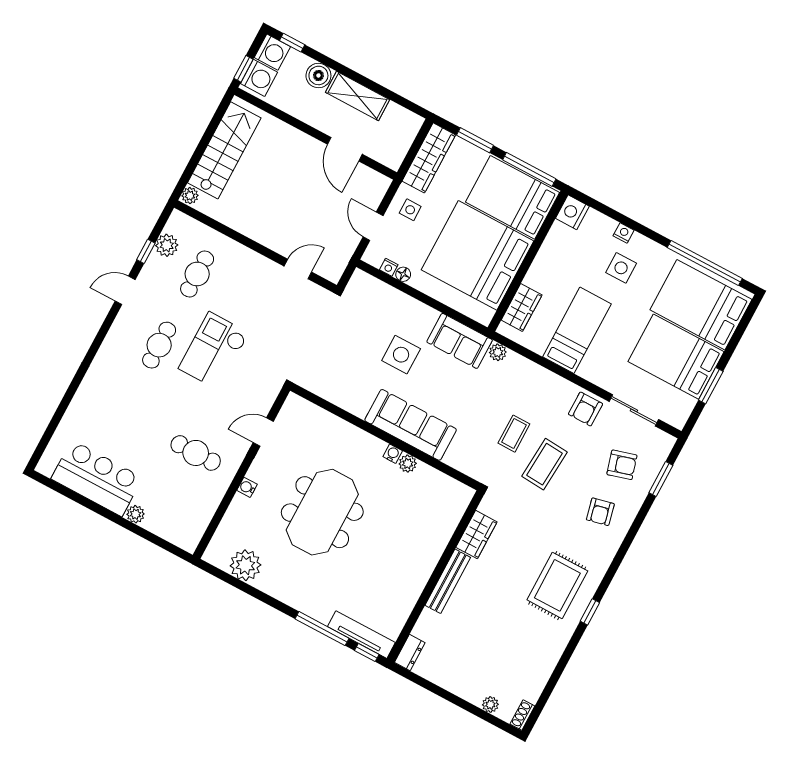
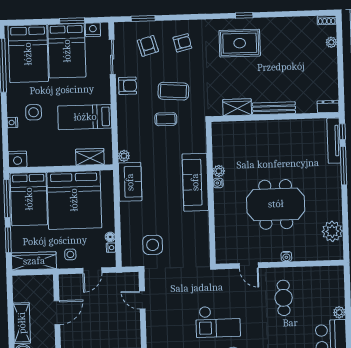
side table: (401, 355) -> (153, 245), moved
nightstand: (684, 406) -> (93, 30), added

